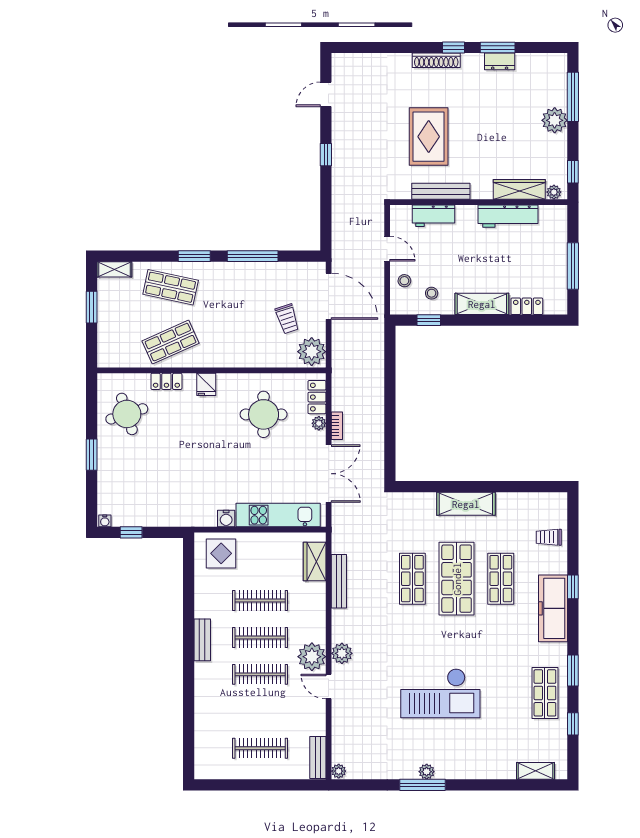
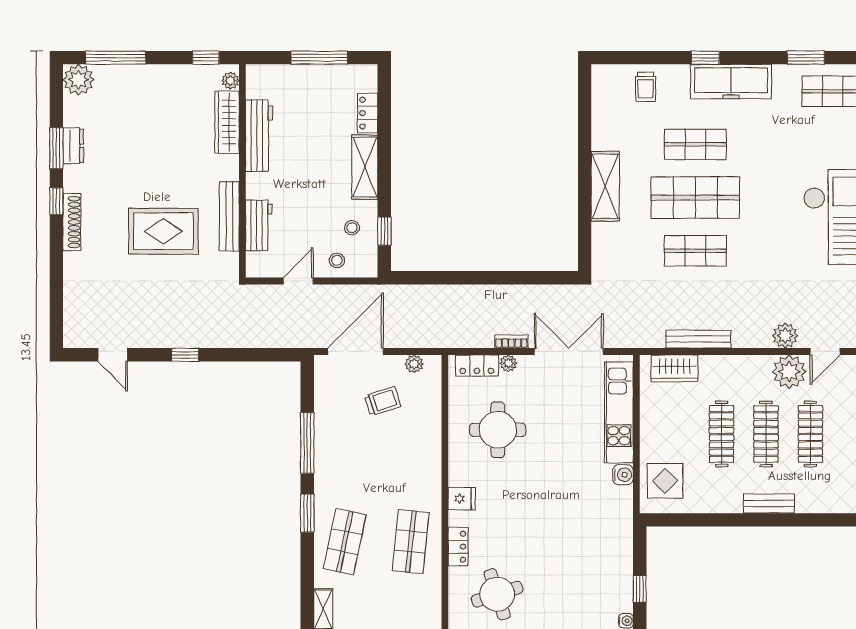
plant: (555, 120) -> (78, 80), moved
shop shelf: (171, 342) -> (411, 542), turned 30
plant: (312, 352) -> (414, 364), width x0.53, depth x0.53

